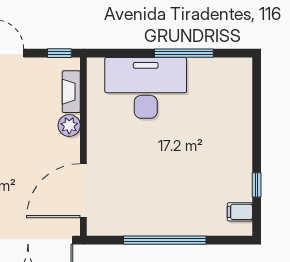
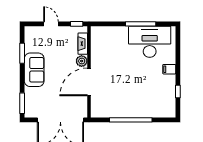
desk: (146, 88) -> (150, 42), moved
door: (83, 191) -> (89, 82), moved
filing cabinet: (240, 212) -> (169, 69), moved

